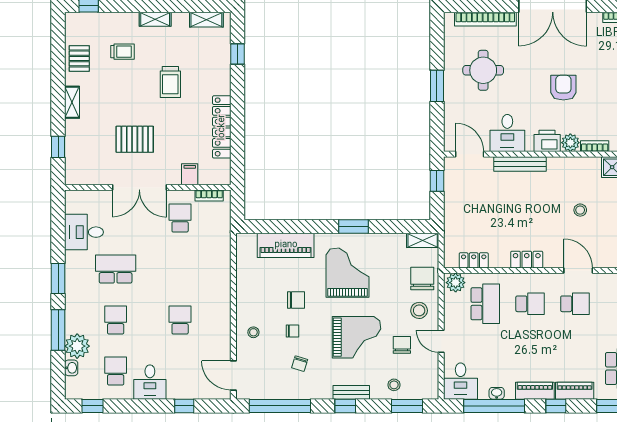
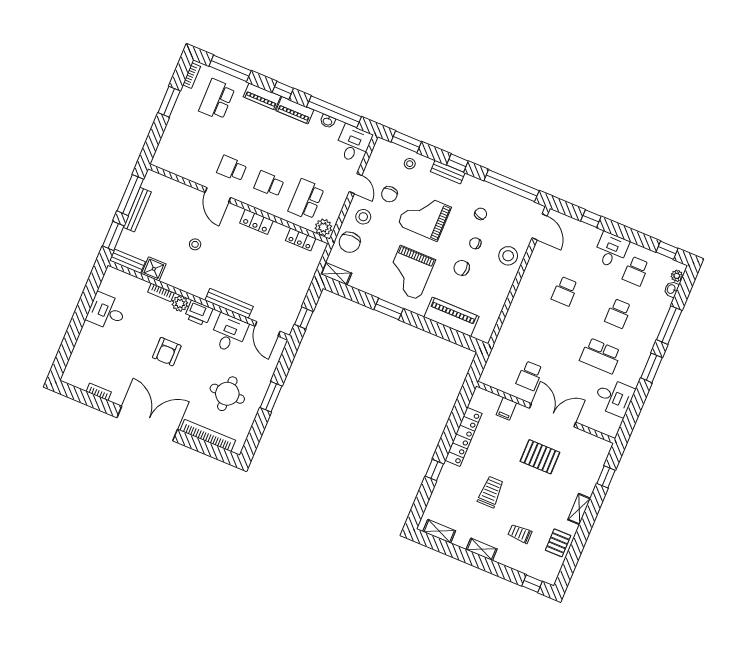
window: (238, 54) -> (434, 470), moved
bookcase: (209, 196) -> (498, 384), removed
stool: (253, 332) -> (508, 256), width x1.89, depth x1.89
plant: (77, 346) -> (677, 276), moved, width x0.53, depth x0.53

